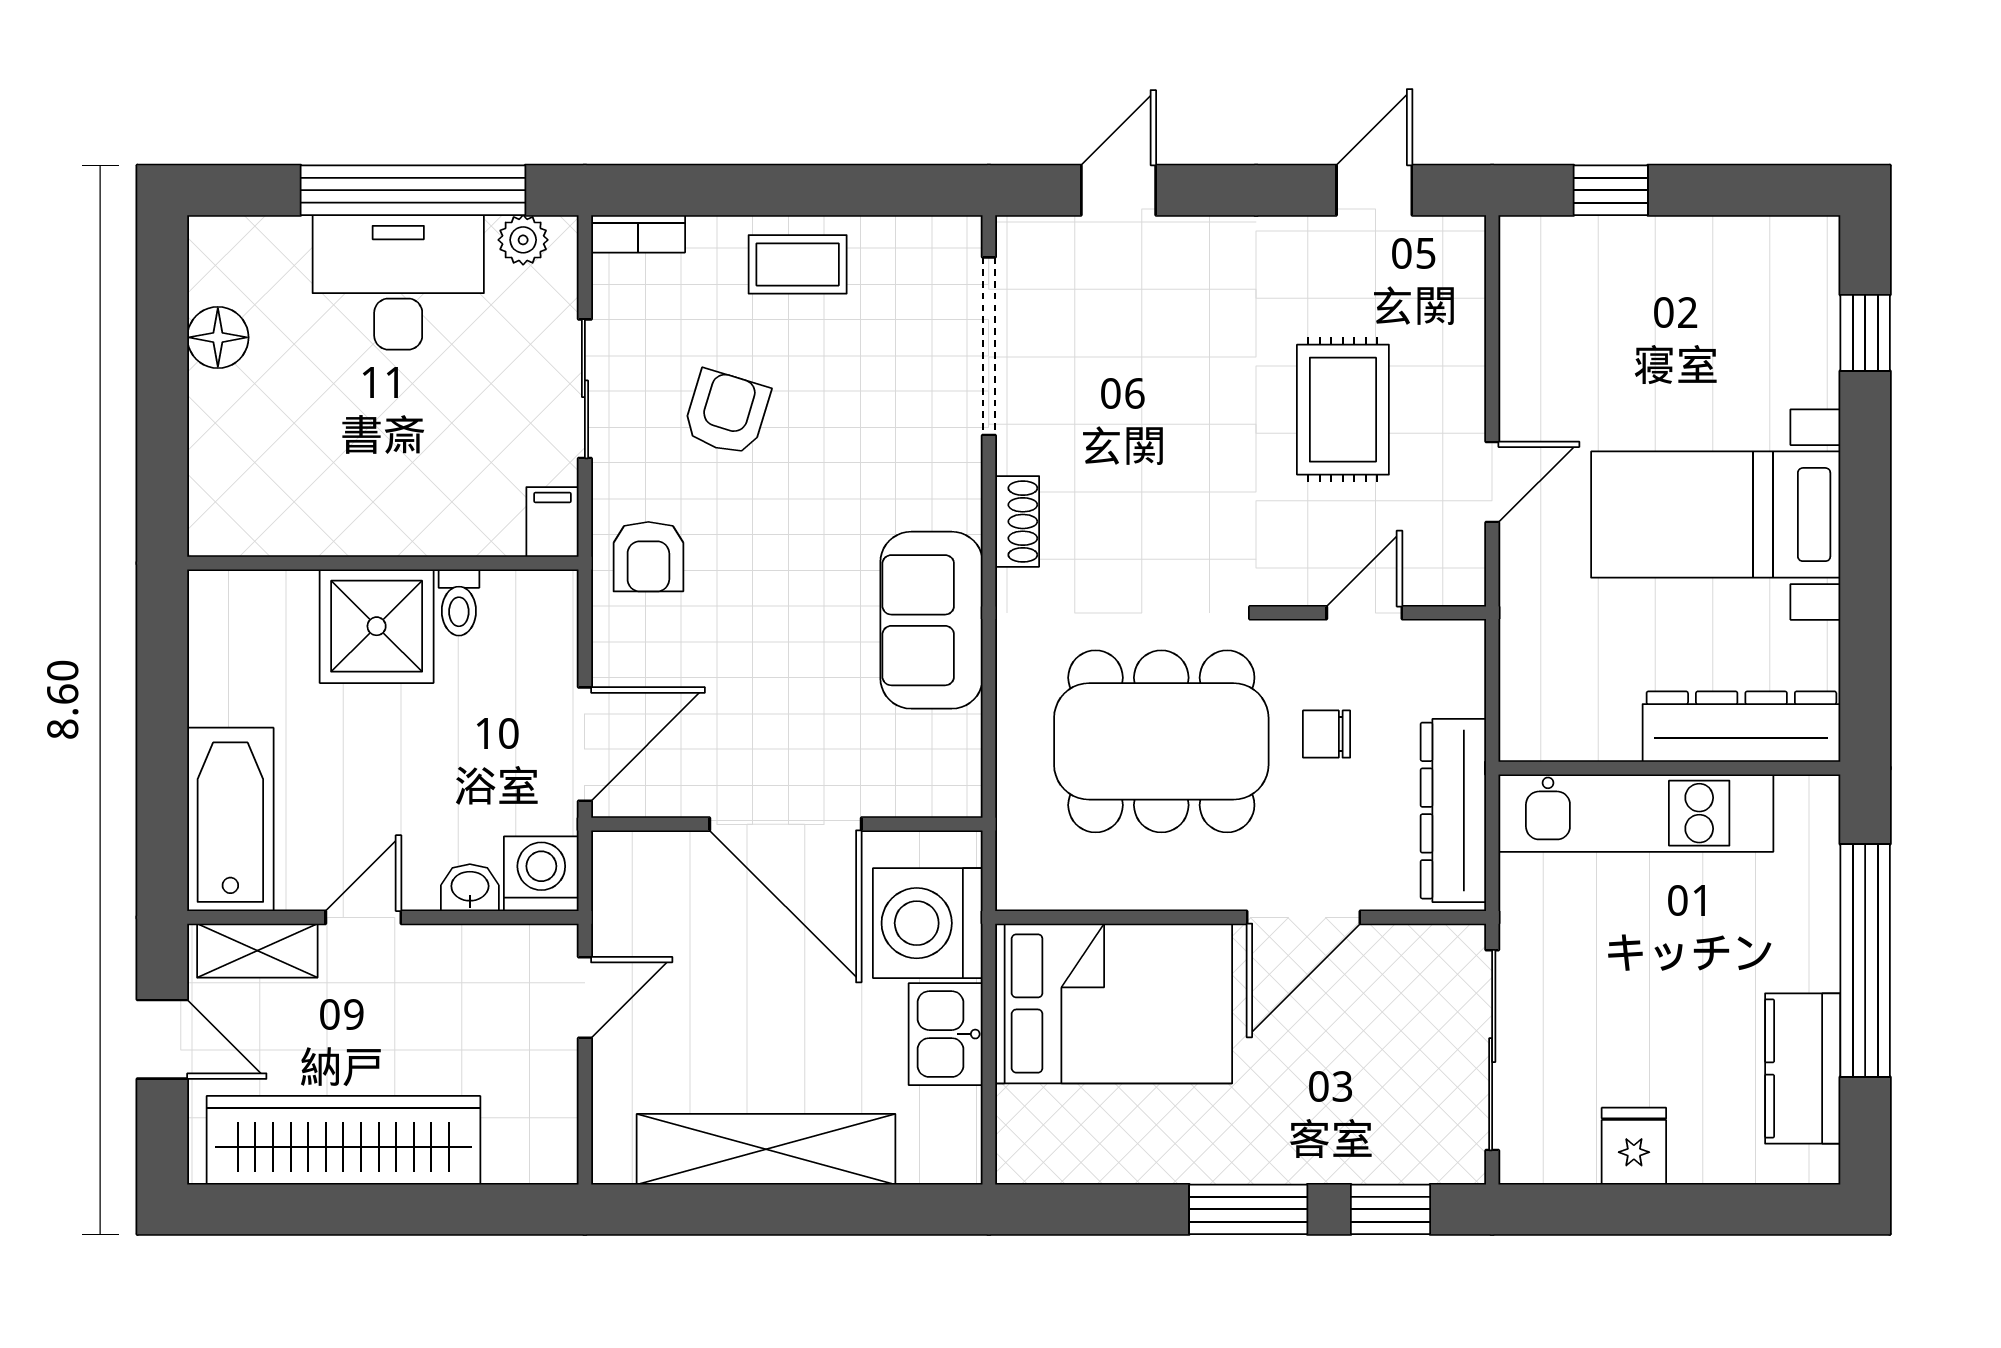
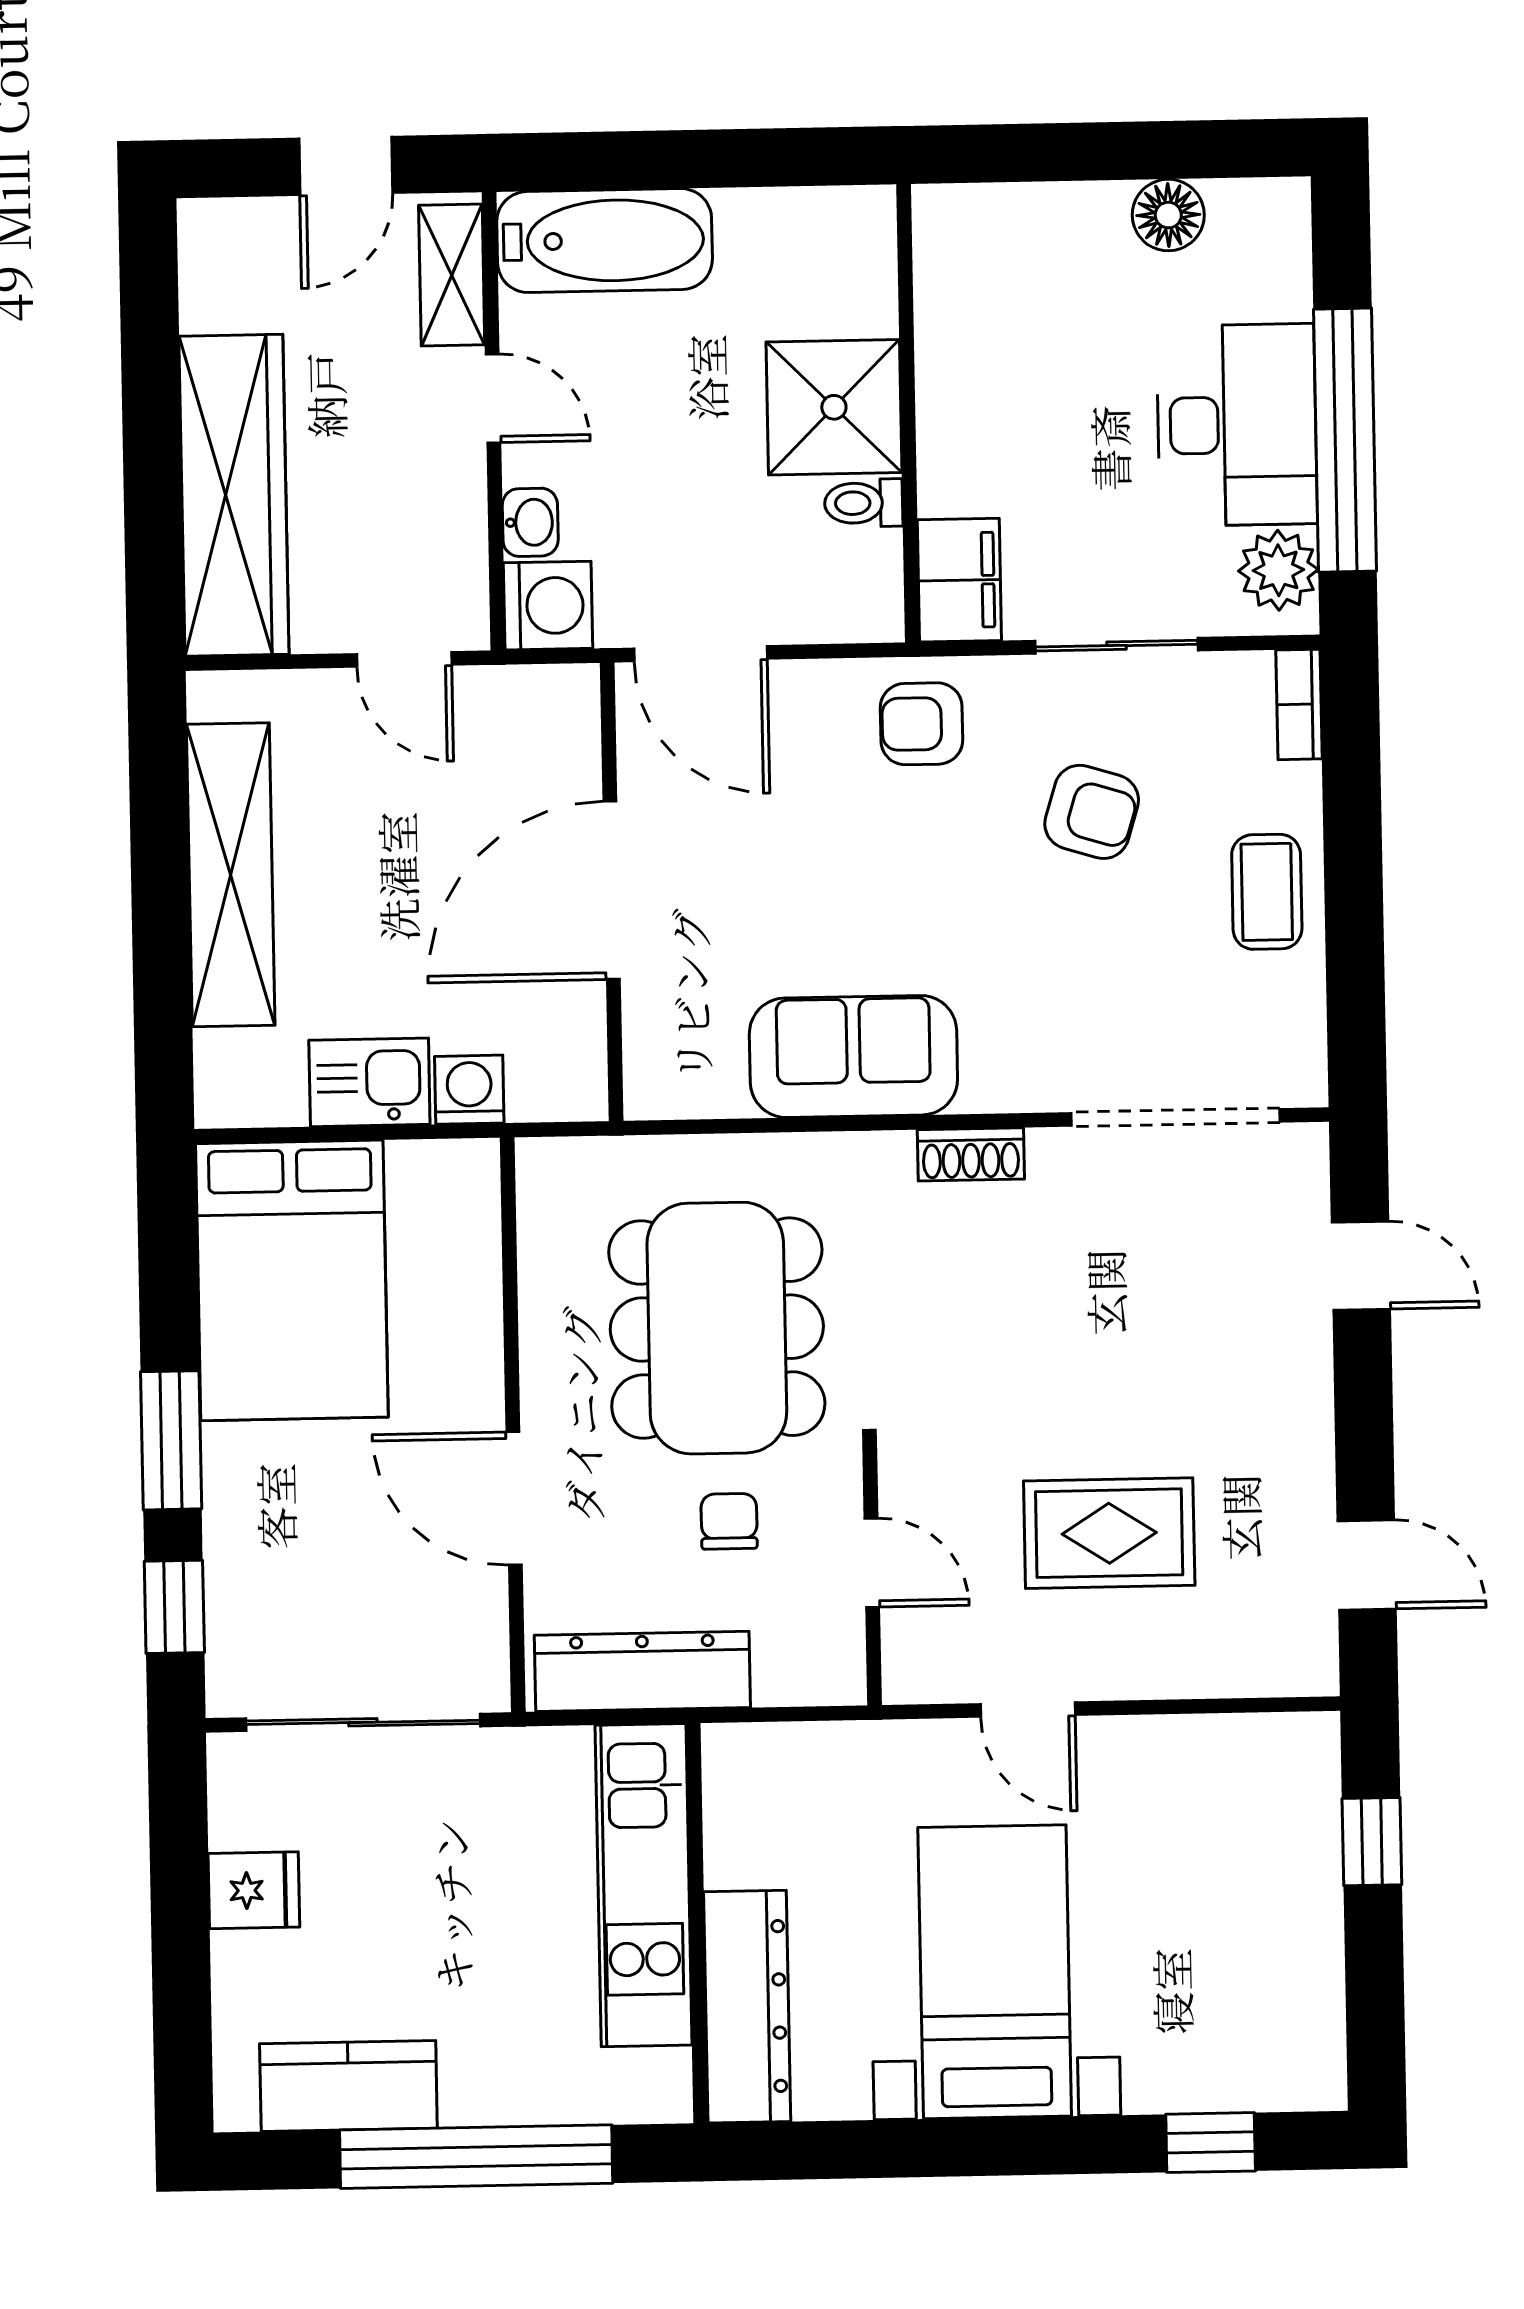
plant: (523, 240) -> (1278, 570), width x1.38, depth x1.38
filing cabinet: (553, 522) -> (959, 580), width x2.00
washing machine: (928, 923) -> (469, 1090), width x0.53, depth x0.53
bed: (1114, 1003) -> (292, 1280), moved
wardrobe: (343, 1140) -> (234, 495), moved

